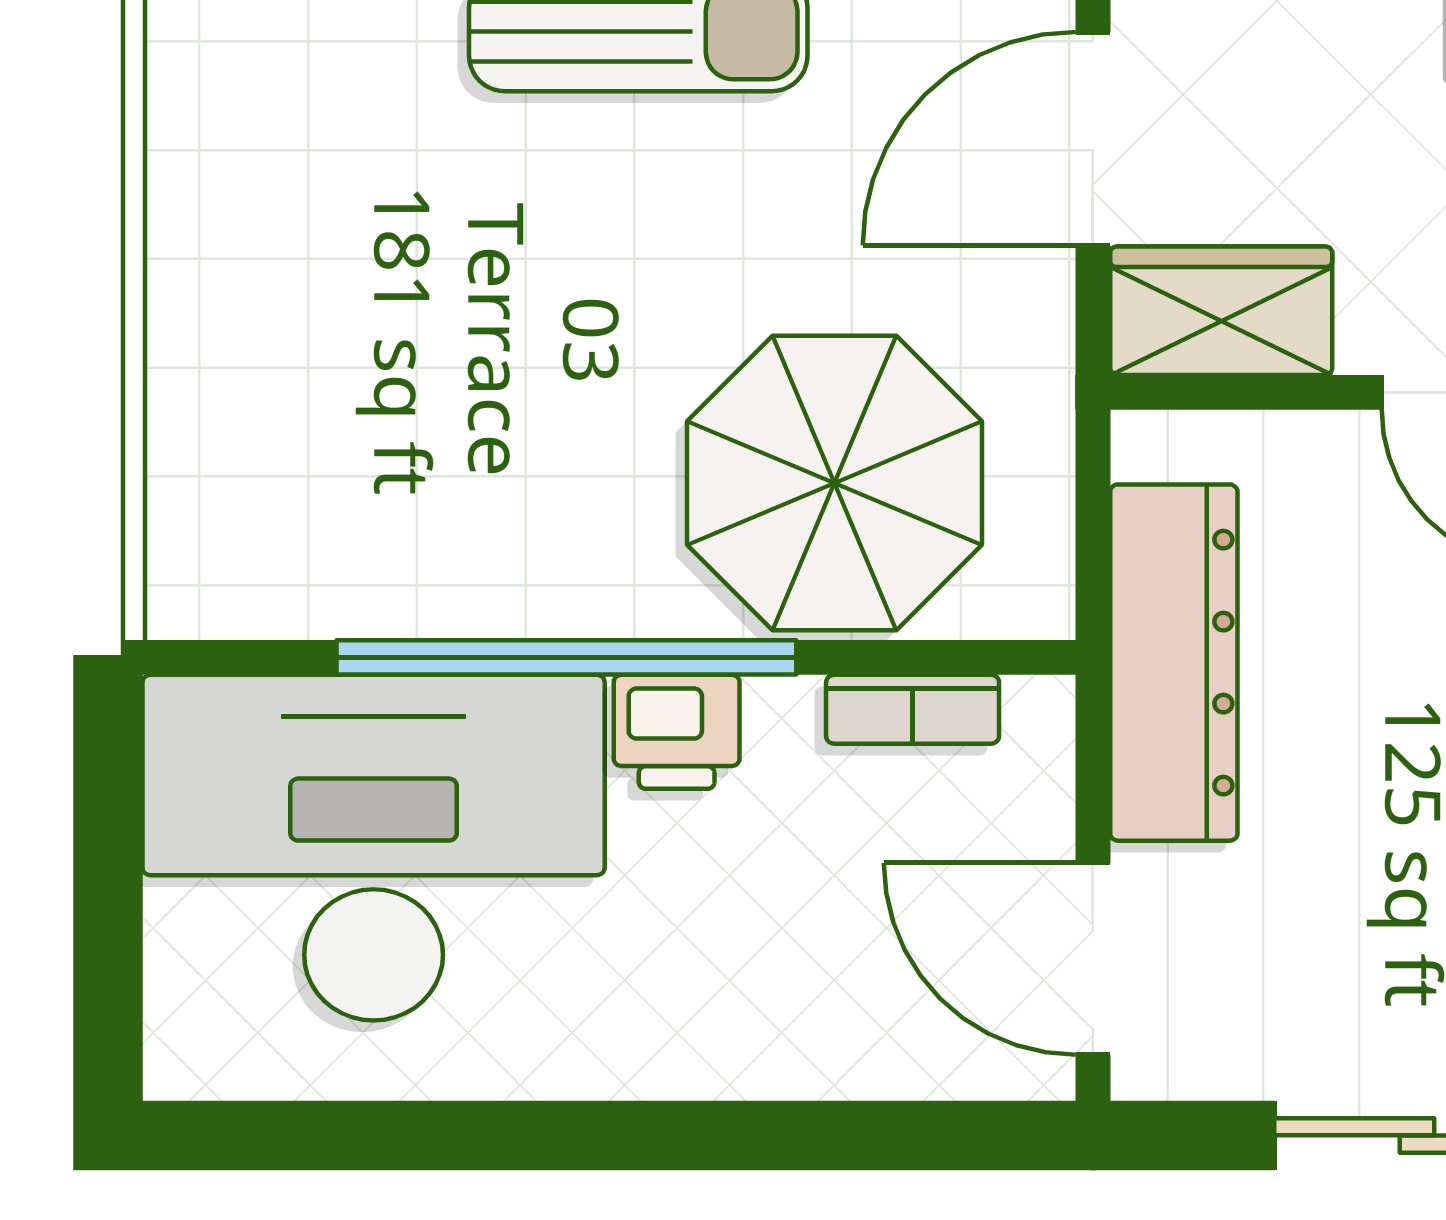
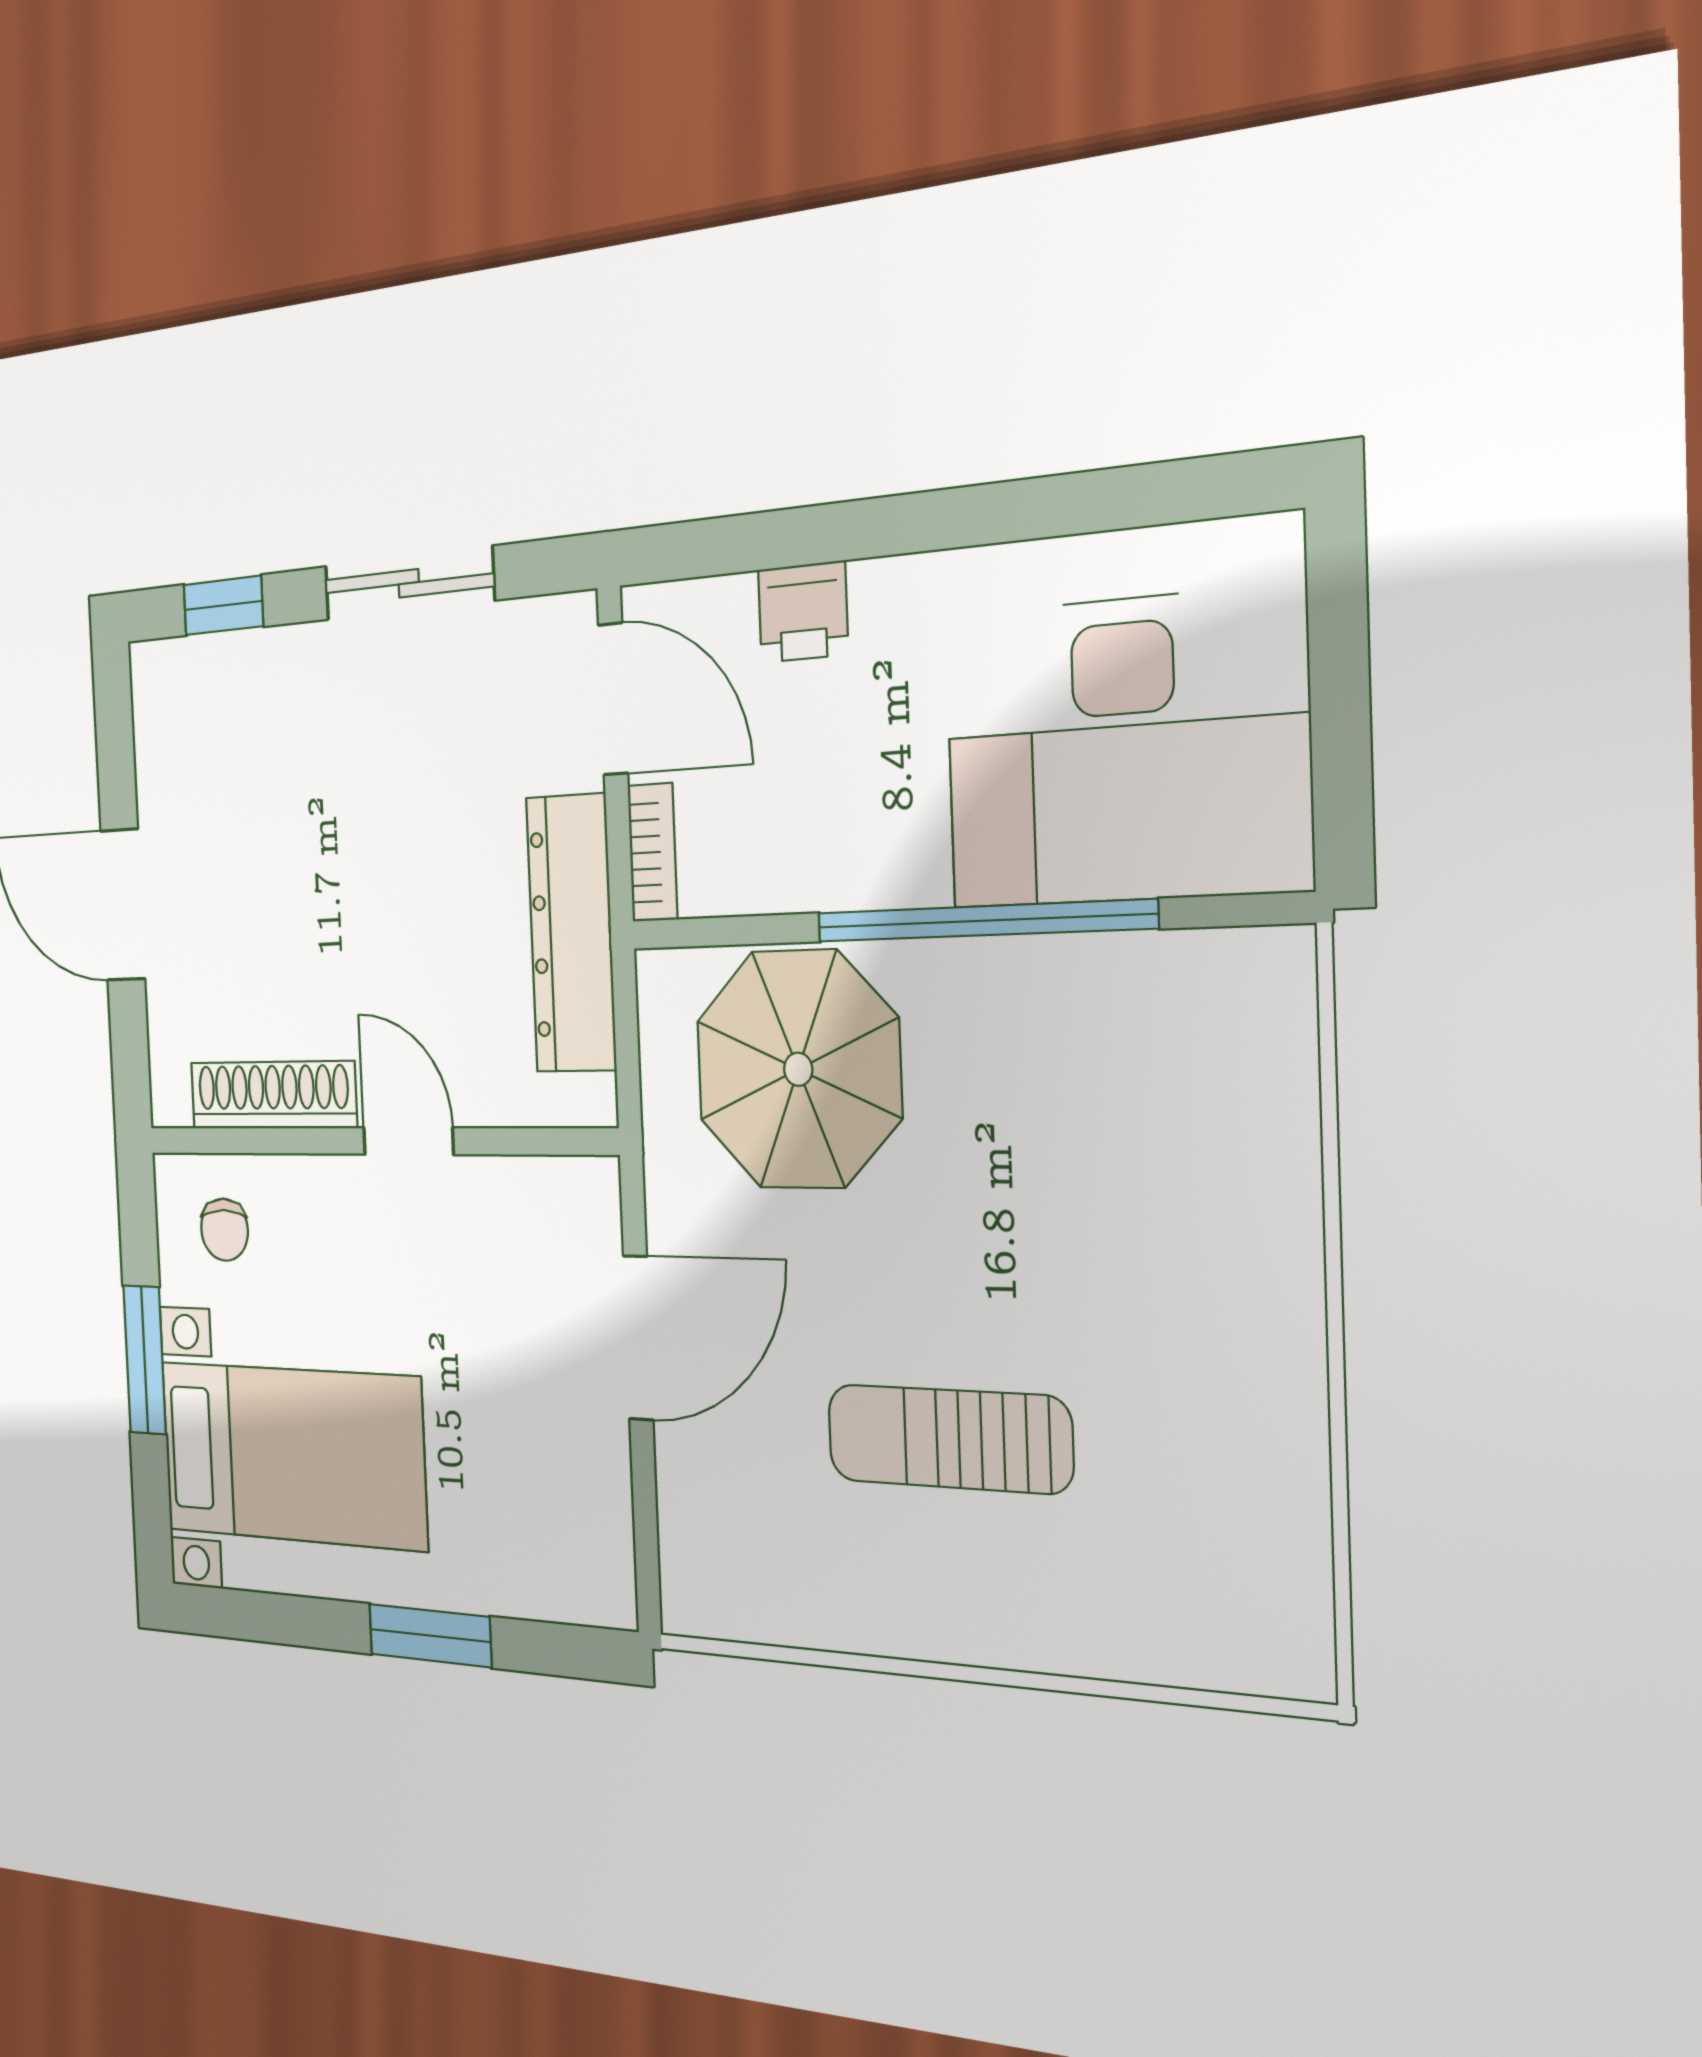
wardrobe: (1221, 311) -> (553, 1204), removed
bookcase: (913, 709) -> (652, 852), moved, turned 90
printer: (677, 732) -> (803, 612), moved, turned 180

